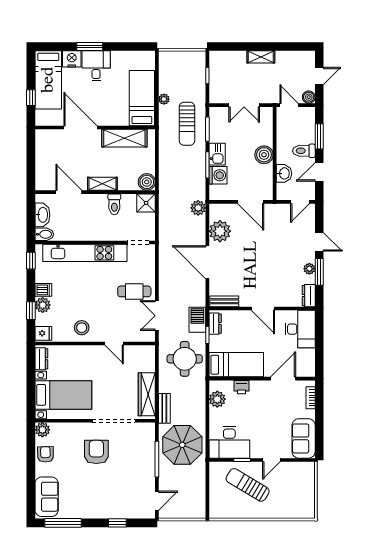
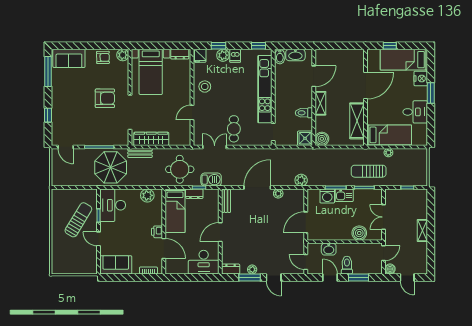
desk: (96, 66) -> (415, 112), moved
boiler: (264, 155) -> (359, 233), moved
plant: (220, 231) -> (278, 194), width x0.53, depth x0.53
door: (319, 242) -> (274, 277), hinge flipped
dresser: (215, 324) -> (194, 194), moved
printer: (242, 387) -> (157, 232), moved

